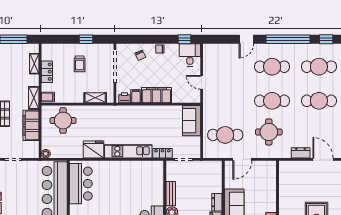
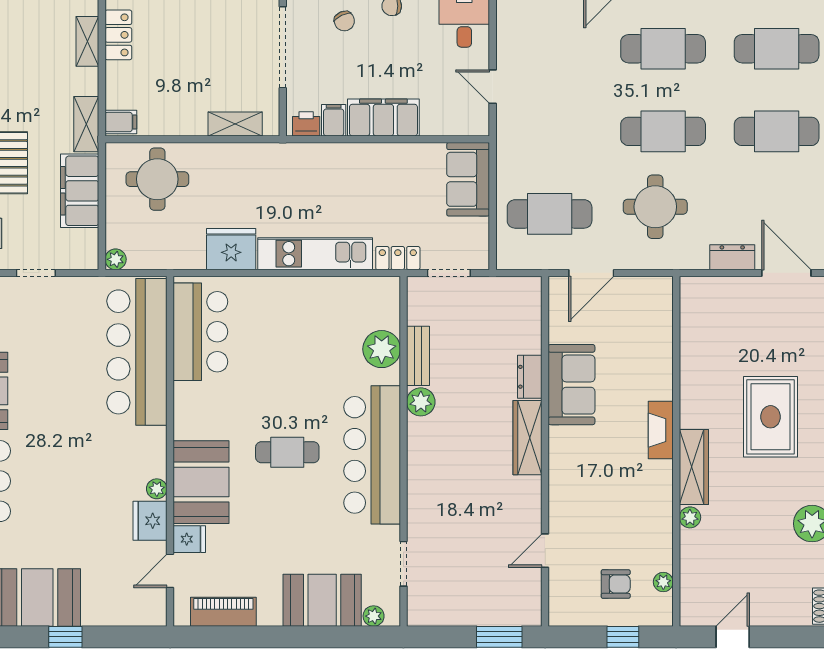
trolley: (80, 64) -> (197, 42), removed
locker: (47, 72) -> (118, 35), moved
plant: (156, 191) -> (382, 349), added

